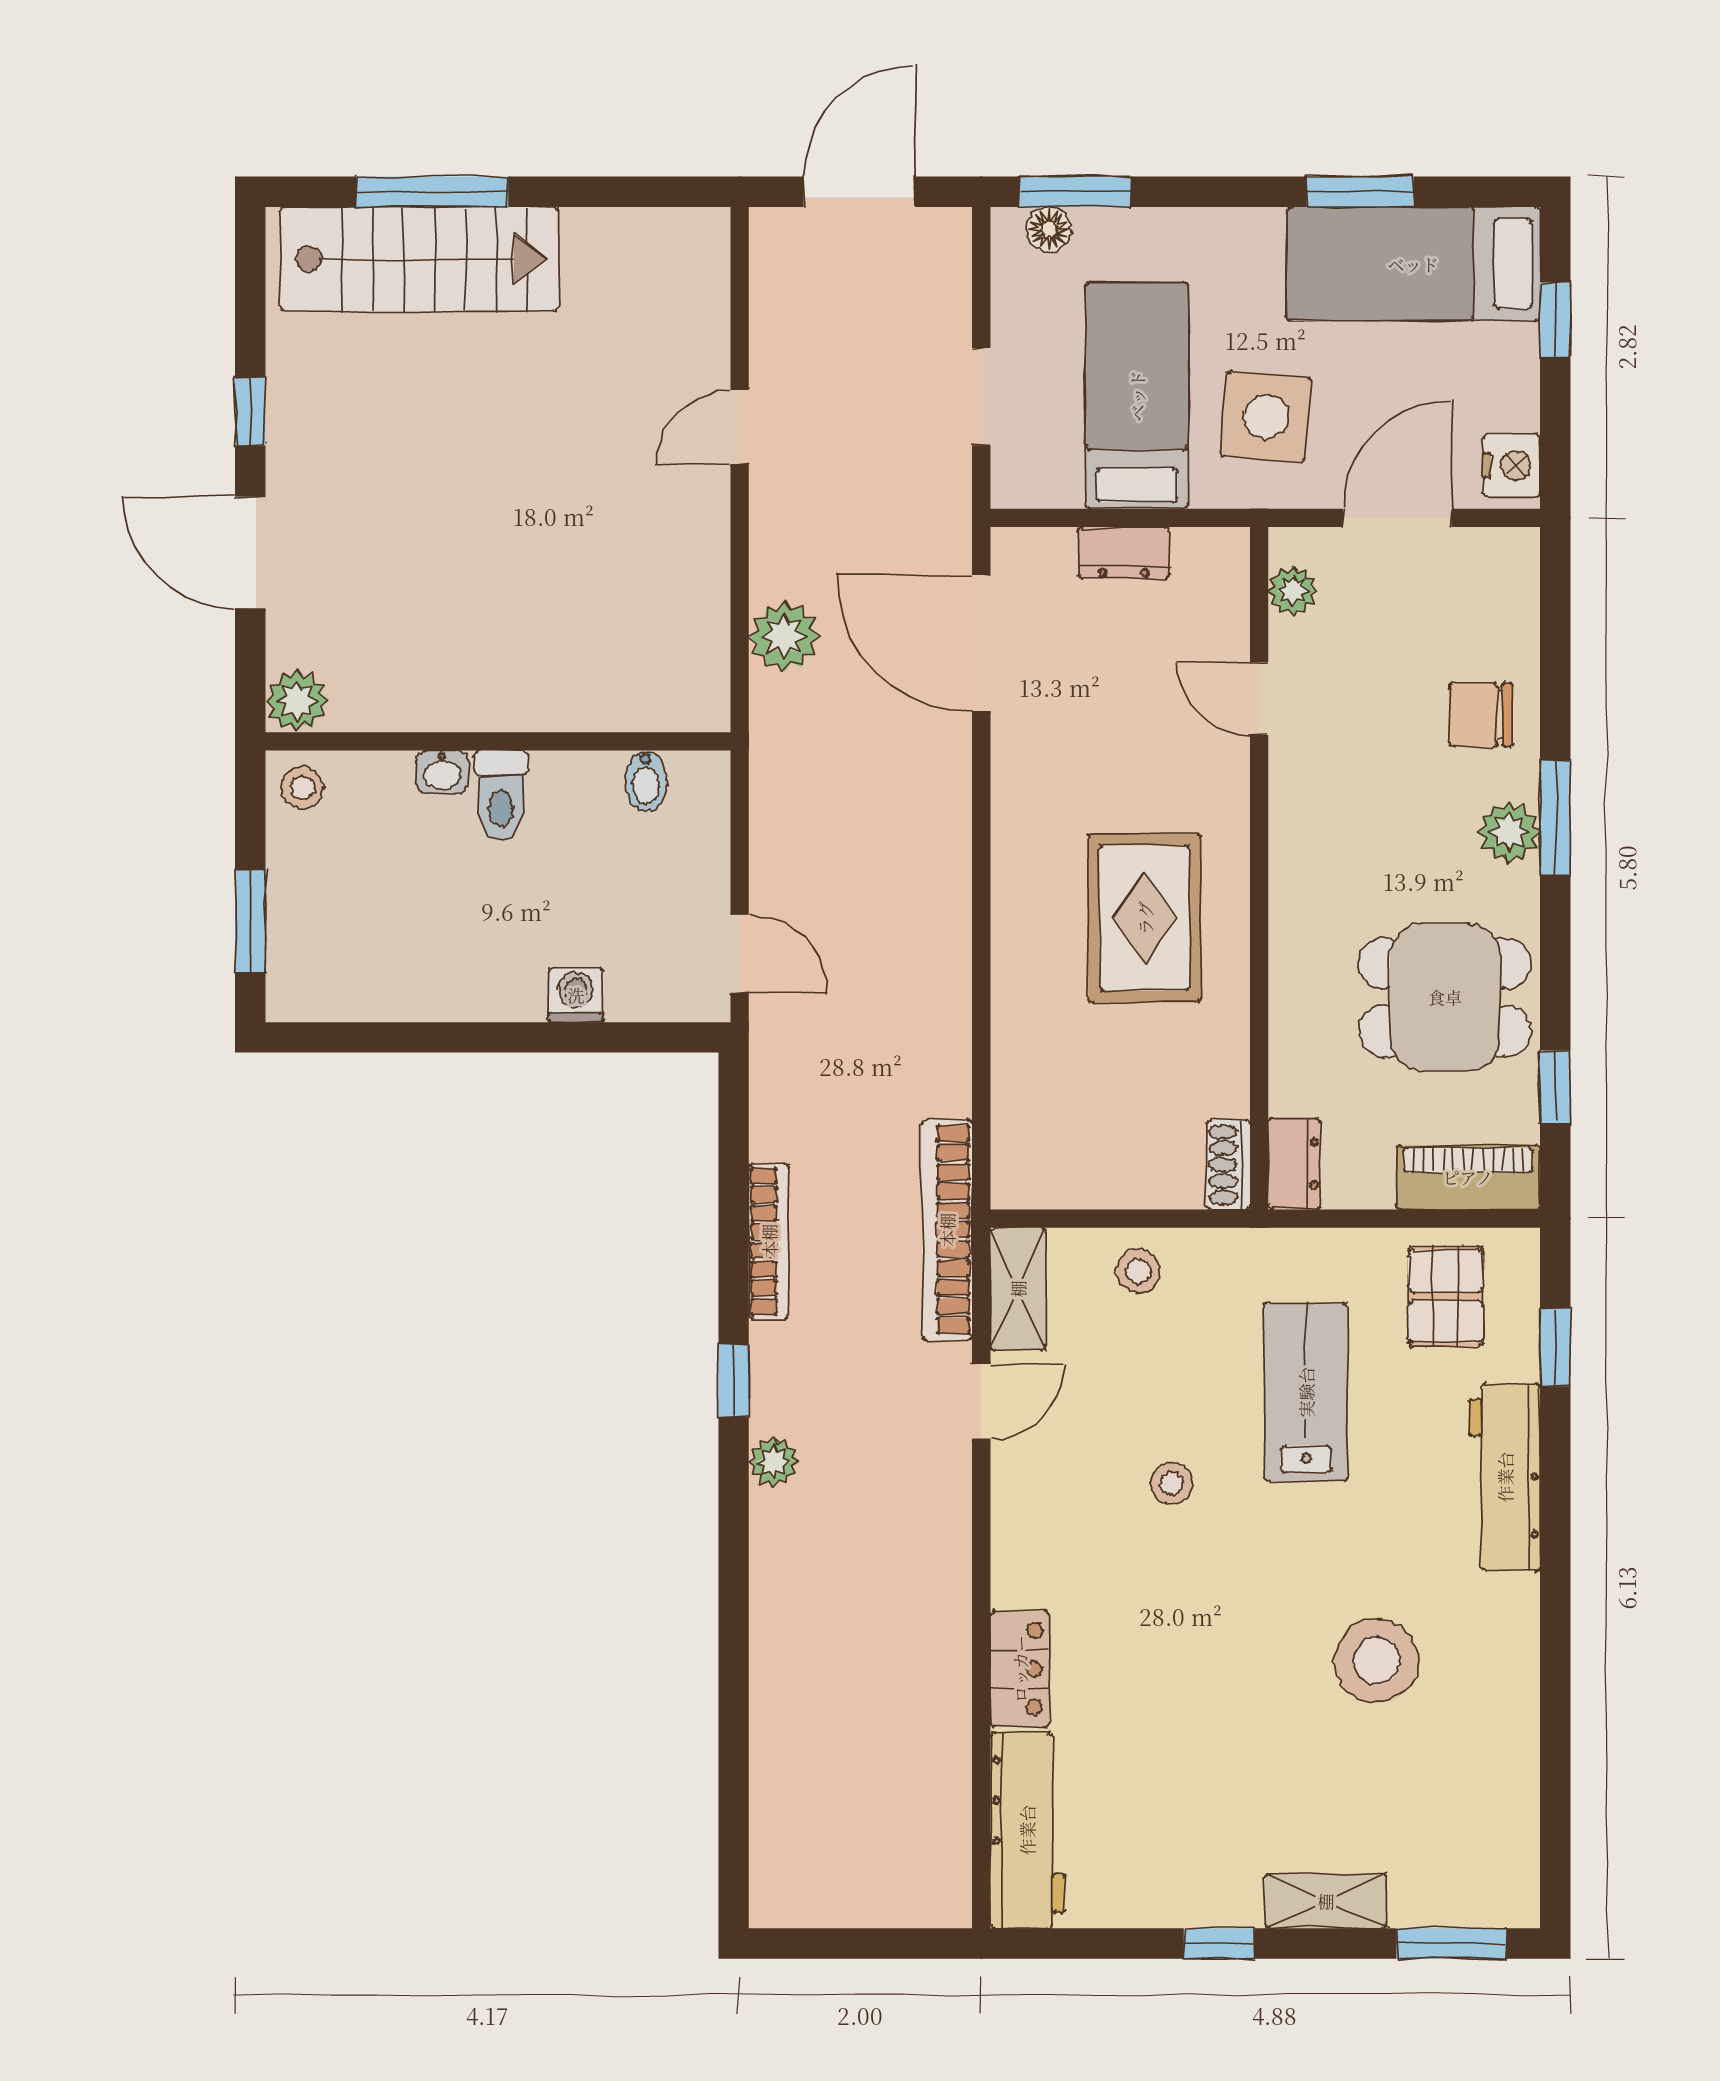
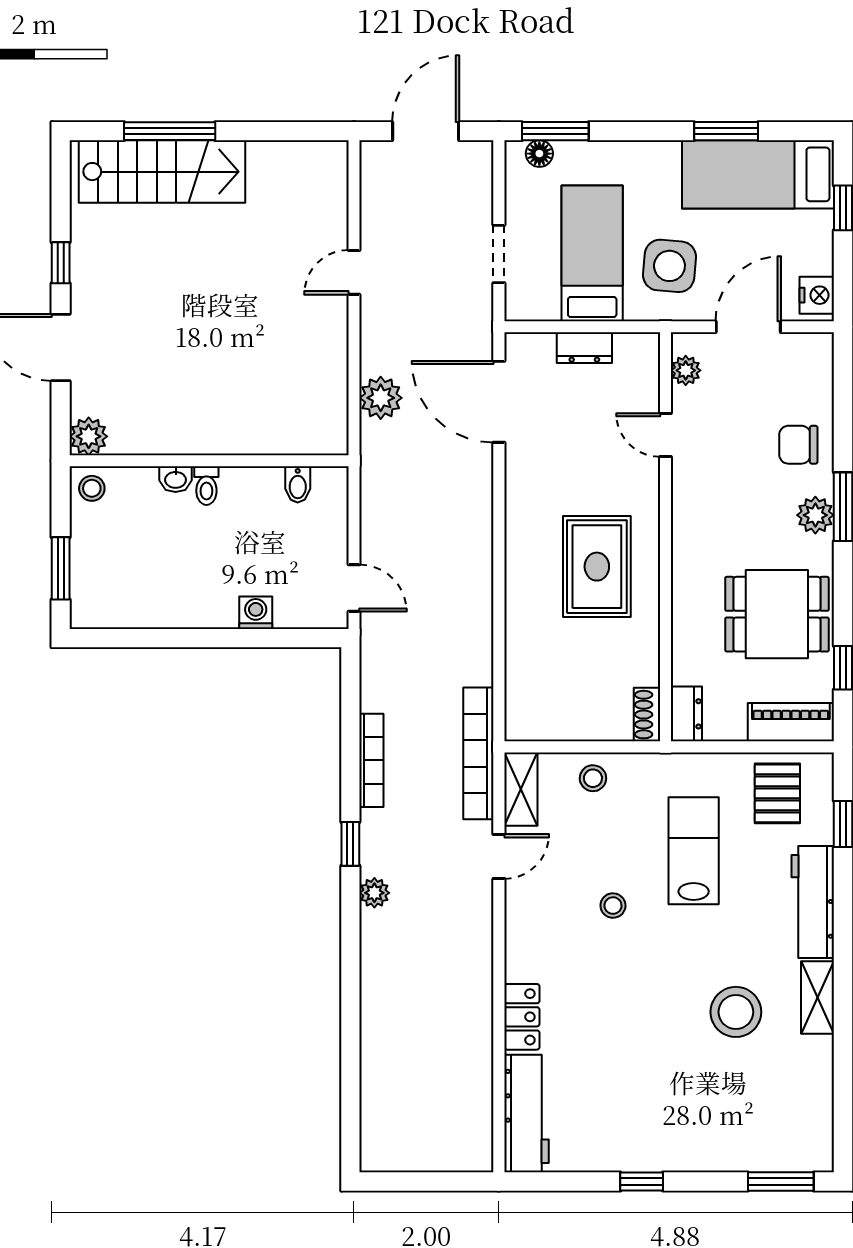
toilet: (501, 795) -> (206, 486), width x0.73, depth x0.72
shelving: (1326, 1901) -> (818, 997), moved, turned 90

